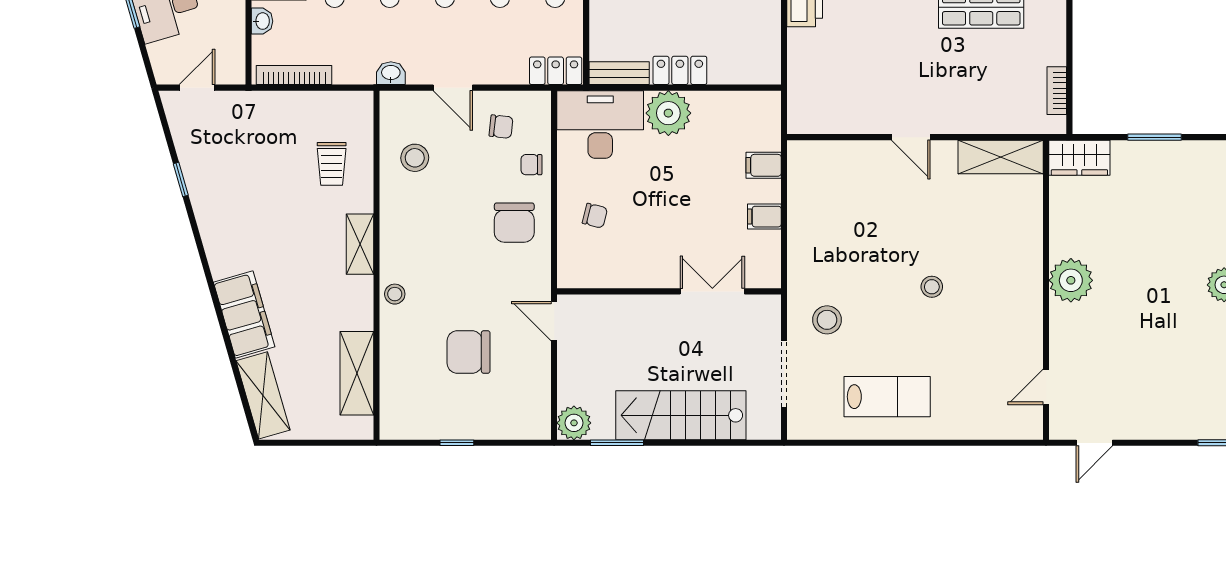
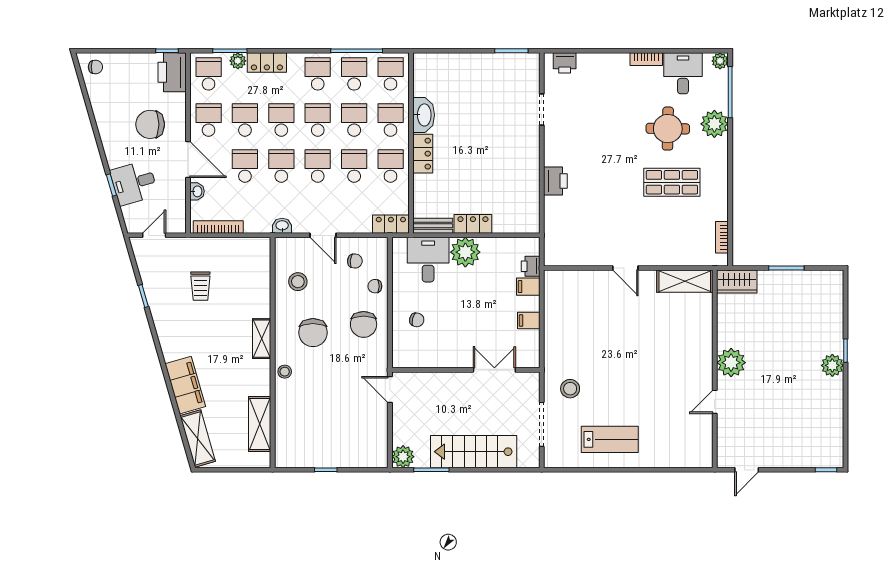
desk: (600, 124) -> (428, 260), width x0.73
printer: (767, 134) -> (531, 266), added
trolley: (332, 164) -> (200, 286), moved
stool: (932, 287) -> (639, 367), removed
chair: (469, 352) -> (313, 333), moved, turned -90
door: (1046, 387) -> (715, 402), moved

